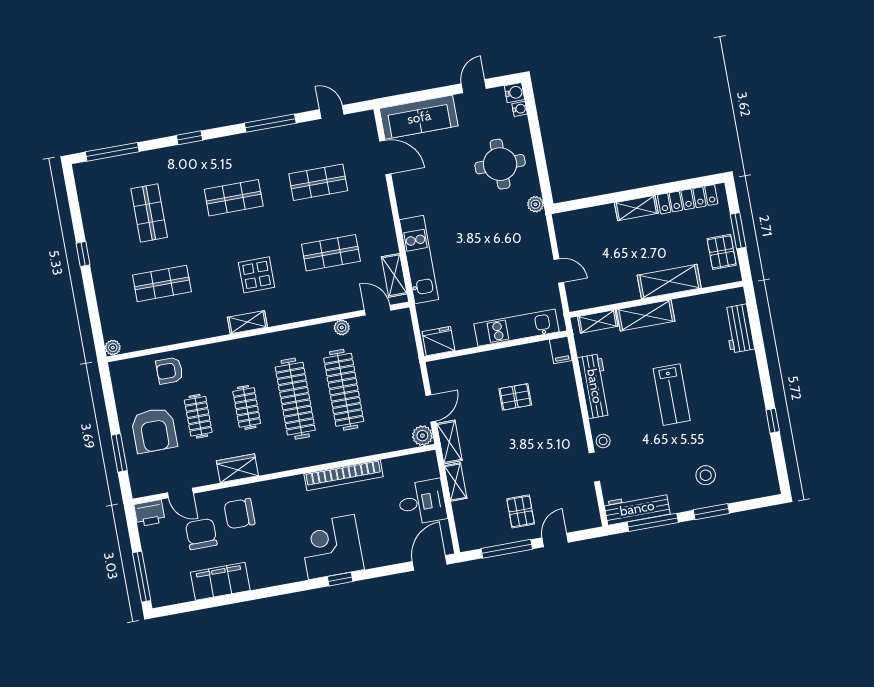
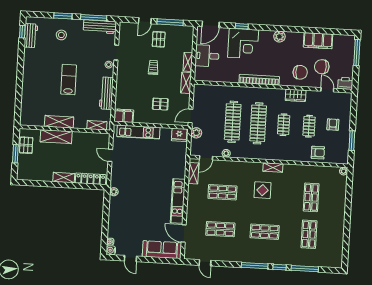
door: (474, 86) -> (130, 259), hinge flipped
window: (270, 123) -> (255, 266), moved
window: (112, 152) -> (305, 269), moved
round table: (500, 164) -> (127, 216), removed
locker: (688, 199) -> (91, 179), moved
window: (83, 254) -> (347, 222), removed
kitchen unit: (419, 260) -> (178, 201), moved
shop shelf: (162, 283) -> (311, 197), turned 90
door: (378, 310) -> (206, 158), hinge flipped
shelving: (646, 315) -> (59, 122), moved
workbench: (739, 329) -> (31, 36), moved
filing cabinet: (561, 350) -> (124, 116), width x2.00
pallet: (515, 397) -> (160, 104), moved
door: (431, 408) -> (190, 116), moved
window: (773, 421) -> (22, 32), moved
armchair: (154, 430) -> (333, 125), width x0.53, depth x0.53
plant: (422, 436) -> (196, 133), moved
window: (119, 453) -> (352, 141), moved
trolley: (518, 456) -> (153, 67), added
bookcase: (344, 475) -> (259, 80), moved
chair: (201, 534) -> (322, 67), turned 90
corner desk: (331, 547) -> (243, 44), moved
plant: (295, 571) -> (279, 37), added
window: (340, 579) -> (242, 26), moved

